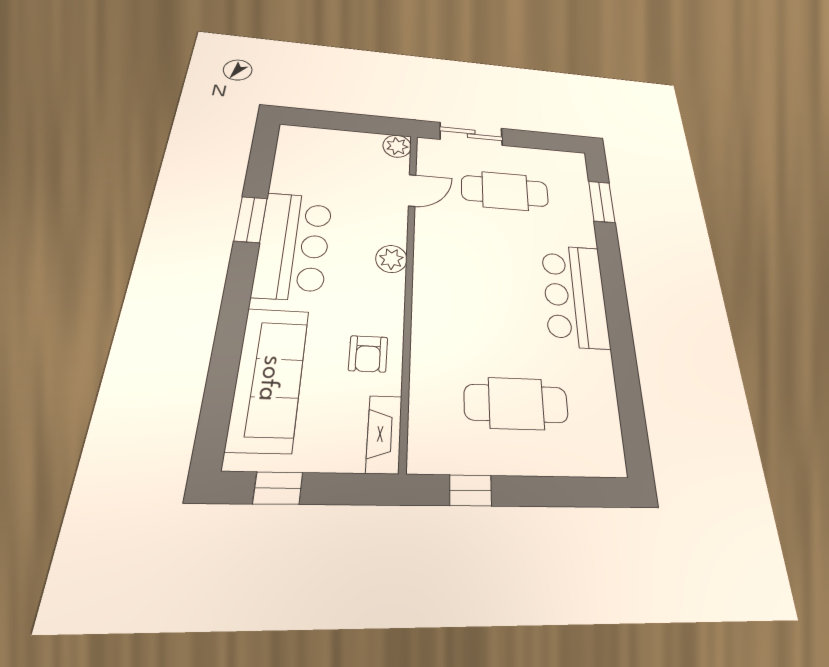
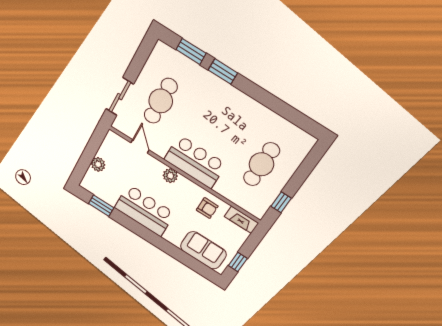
plant: (397, 146) -> (98, 164), moved
window: (251, 219) -> (101, 206), moved
window: (610, 258) -> (223, 71), added
bar counter: (575, 295) -> (195, 162), moved, turned 180
sofa: (269, 378) -> (203, 250), width x0.73

